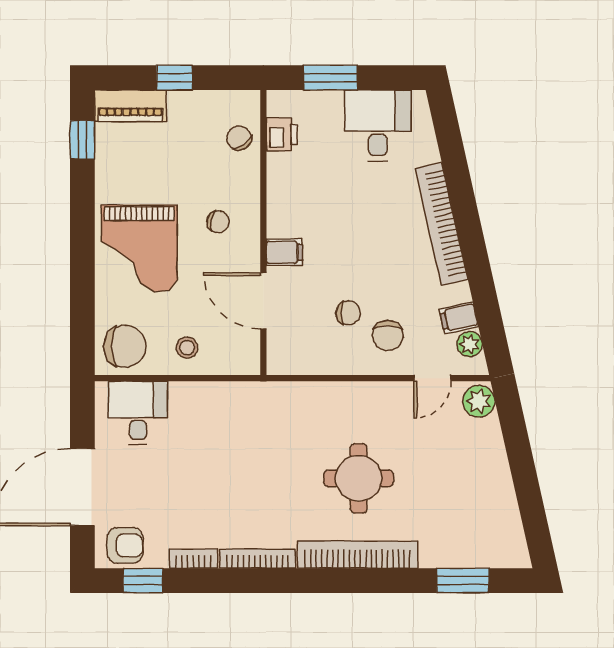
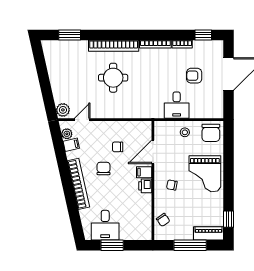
window: (175, 78) -> (190, 245), width x2.17
window: (330, 78) -> (112, 245), moved
printer: (282, 134) -> (145, 186), moved
grand piano: (139, 249) -> (205, 174), turned 180
door: (263, 301) -> (153, 152), swing flipped
chair: (388, 335) -> (104, 168), moved
chair: (125, 346) -> (211, 133), turned -90
desk: (138, 413) -> (177, 105), moved
armchair: (125, 545) -> (194, 76), moved

